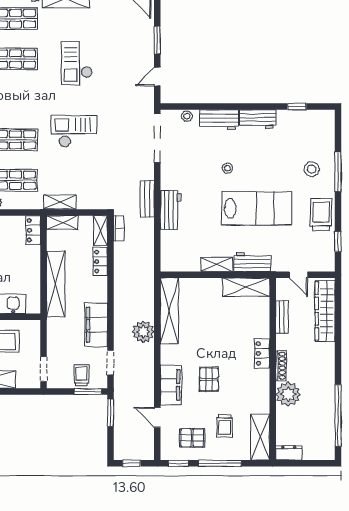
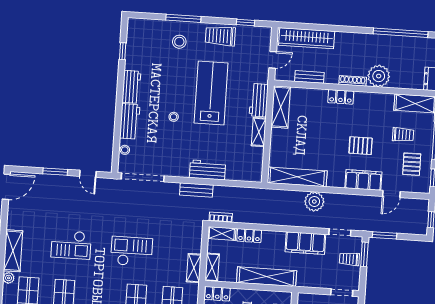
checkout: (74, 131) -> (132, 251), turned 90

